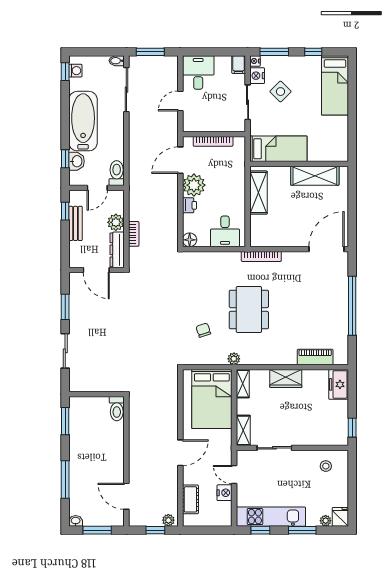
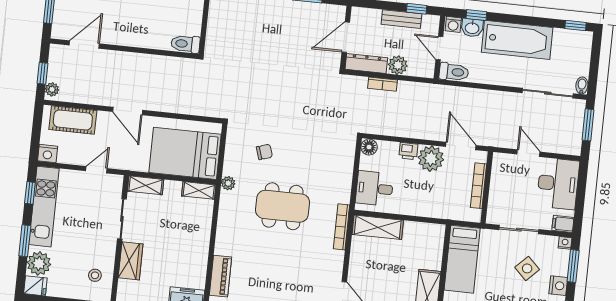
washing machine: (75, 71) -> (453, 24), moved
desk: (198, 72) -> (558, 184), width x1.37
nightstand: (257, 76) -> (558, 286), moved, turned 90
shelving: (258, 193) -> (378, 227), moved
wardrobe: (286, 379) -> (131, 261), moved, turned 180
nightstand: (224, 493) -> (48, 153), moved
cot: (190, 499) -> (73, 120), width x1.37, depth x1.34
plant: (326, 521) -> (39, 263), width x1.88, depth x1.88

